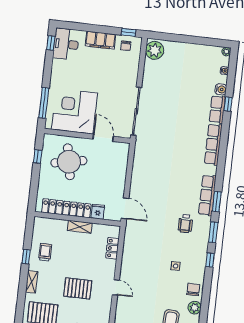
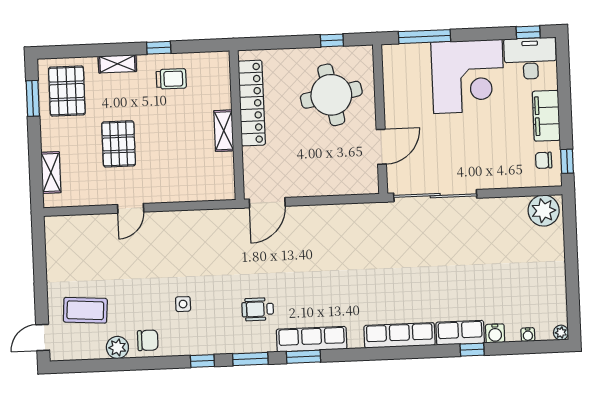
corner desk: (74, 111) -> (468, 76), moved, turned 90
fridge: (98, 212) -> (254, 157), removed
locker: (112, 248) -> (196, 192), removed

